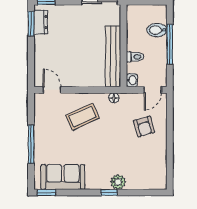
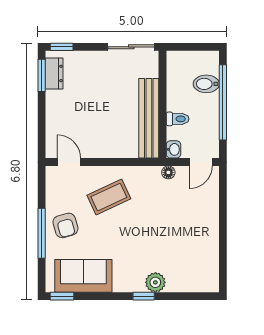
window: (170, 44) -> (223, 102), width x1.46
floor lamp: (114, 98) -> (168, 172), moved
armchair: (144, 127) -> (65, 225), moved

